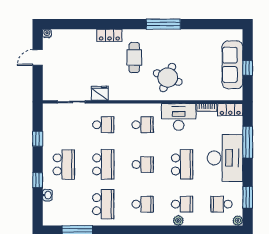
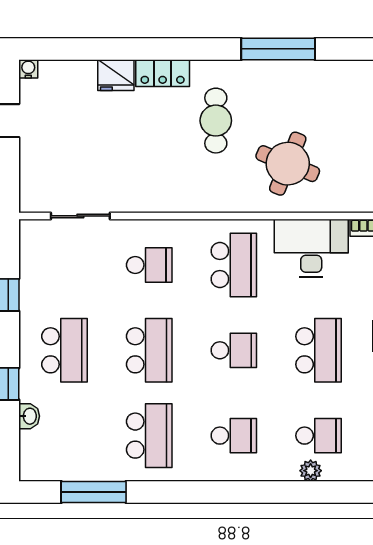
fridge: (100, 93) -> (116, 75), moved, turned 180
school desk: (143, 125) -> (234, 265), width x1.85

